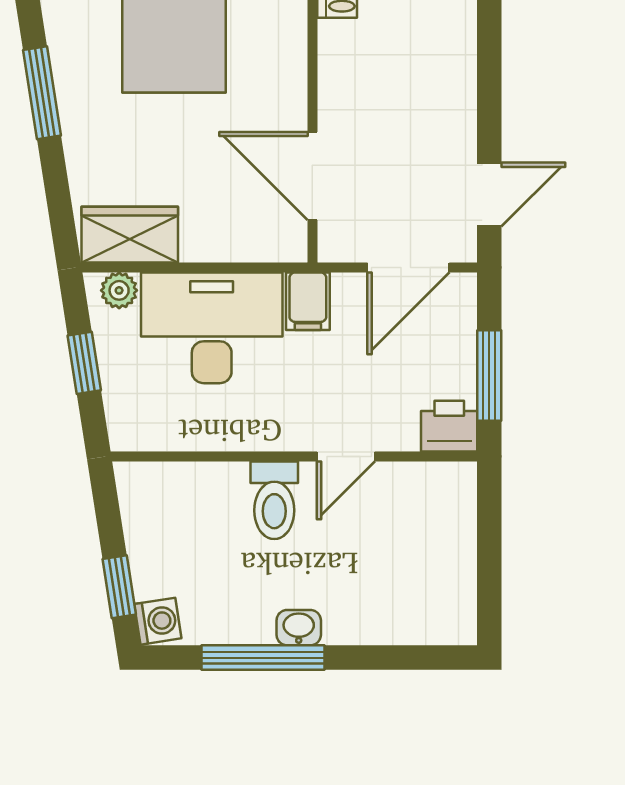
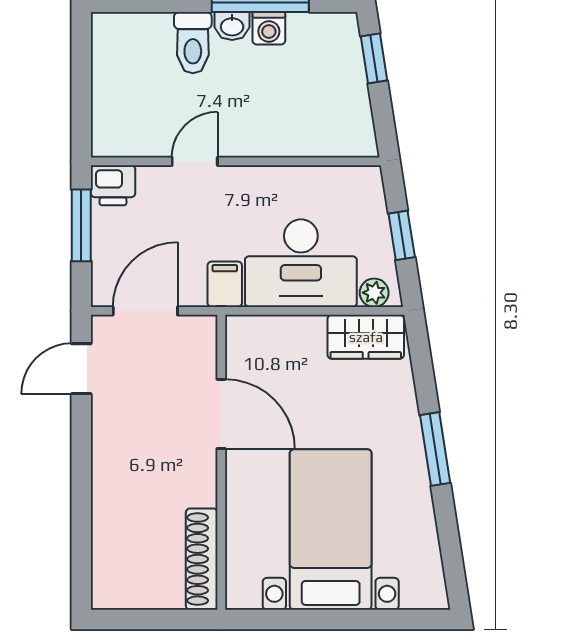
door: (312, 176) -> (221, 414), moved
toilet: (274, 500) -> (193, 43), moved, turned 180
washing machine: (158, 621) -> (269, 28), moved, turned -81

